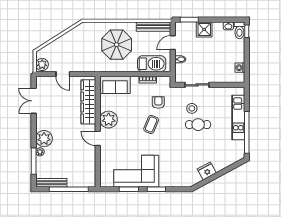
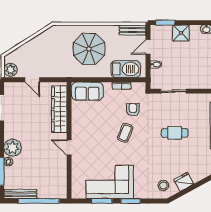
bench: (153, 27) -> (132, 30), width x0.73
stool: (192, 108) -> (163, 186), moved
plant: (109, 120) -> (80, 128), removed

